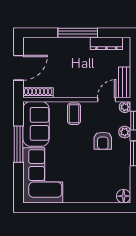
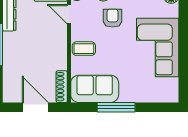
armchair: (103, 141) -> (113, 18), turned -90
corner sofa: (43, 175) -> (158, 47), moved, turned -90

